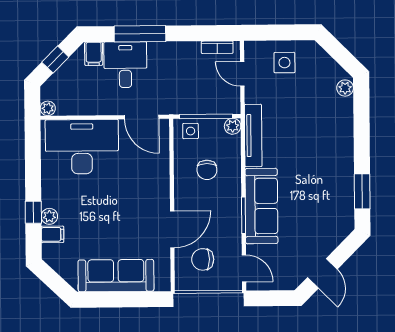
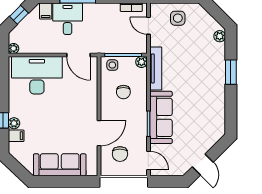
window: (362, 191) -> (231, 72), moved
chair: (203, 259) -> (120, 154), turned -90

